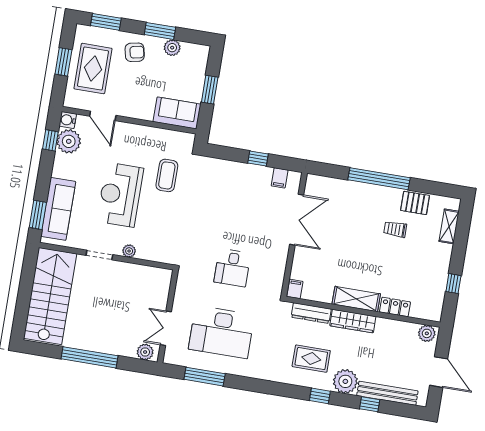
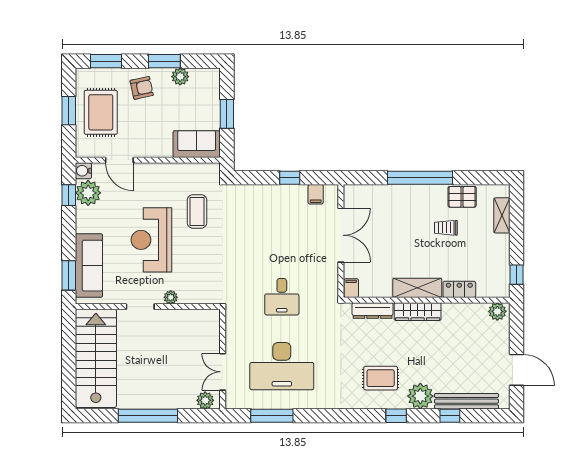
filing cabinet: (295, 289) -> (351, 288), moved
shelving: (356, 299) -> (417, 288), moved
locker: (395, 307) -> (459, 289), moved
wall: (363, 312) -> (427, 300), moved
dresser: (311, 313) -> (373, 311), moved
wardrobe: (353, 321) -> (418, 312), moved
plant: (427, 333) -> (497, 311), moved

